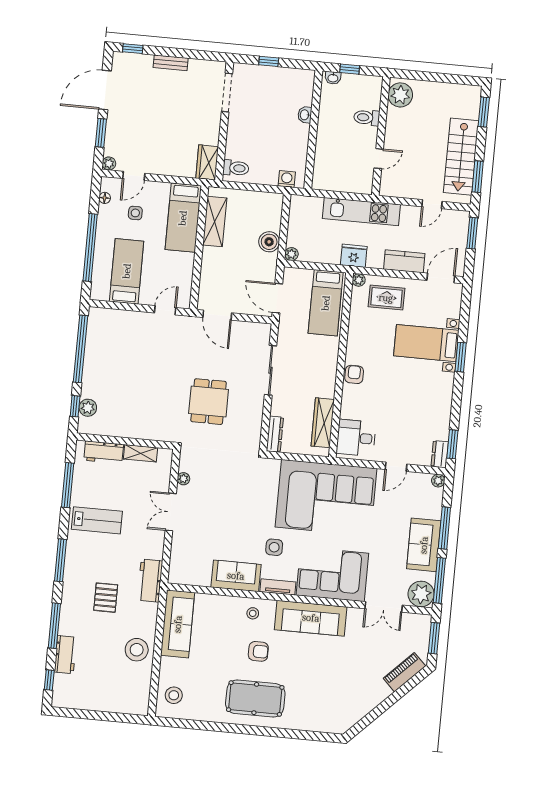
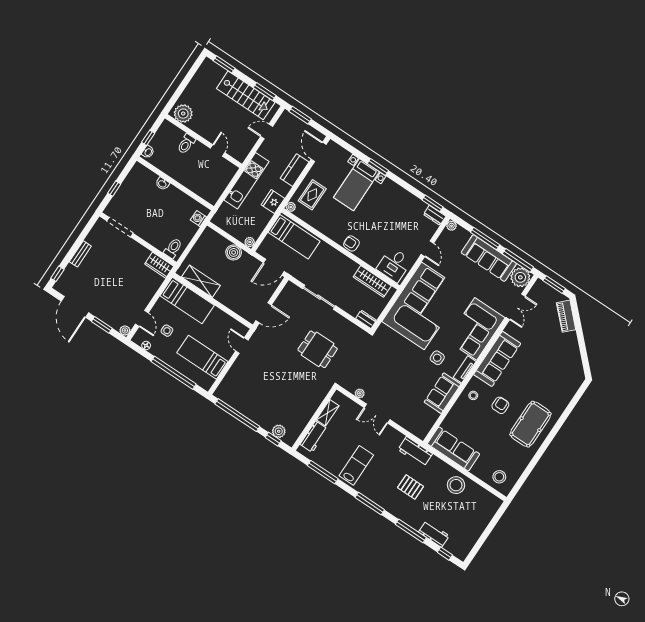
door: (432, 204) -> (267, 131), swing flipped
dresser: (275, 434) -> (366, 319), width x0.70
sofa: (424, 545) -> (489, 258), width x1.36

